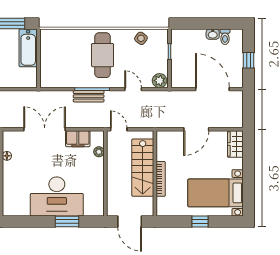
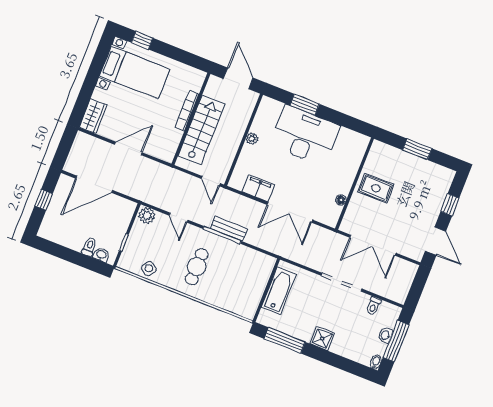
washbasin: (213, 34) -> (101, 255), moved
toilet: (225, 37) -> (89, 247), moved
bathtub: (28, 48) -> (279, 291), moved
cafe table: (103, 55) -> (197, 267), width x0.73, depth x0.74
door: (212, 89) -> (94, 184), hinge flipped
plant: (99, 152) -> (252, 139), moved
window: (200, 222) -> (142, 40), moved

